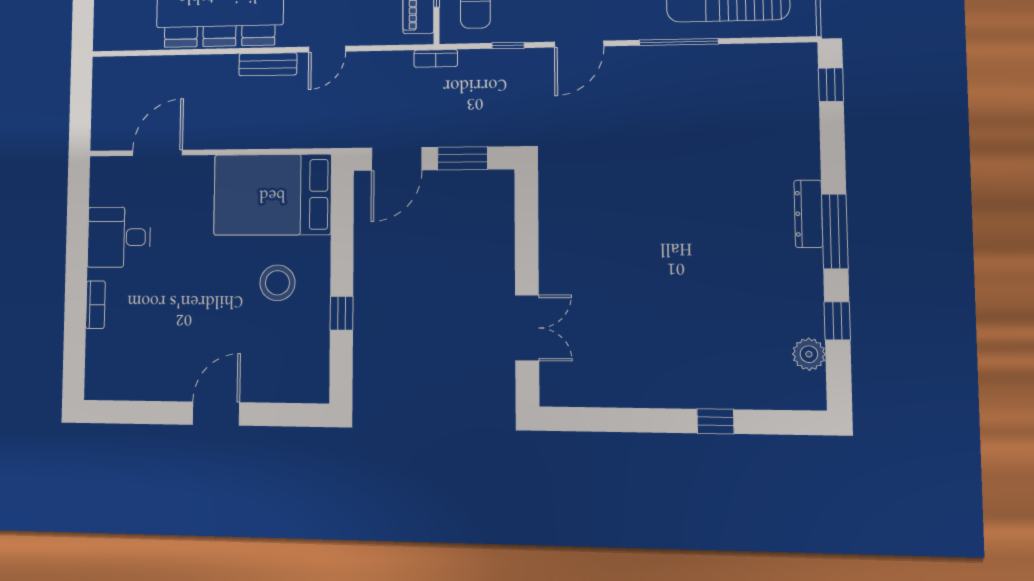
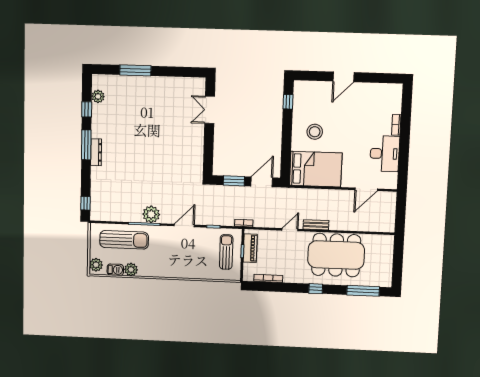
plant: (662, 66) -> (151, 214), added
desk: (119, 237) -> (385, 154), width x1.37
window: (341, 313) -> (288, 102), moved
window: (715, 421) -> (135, 70), width x2.17

